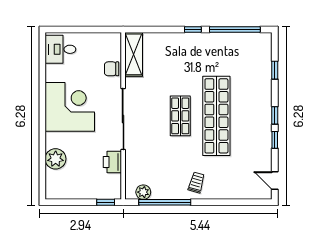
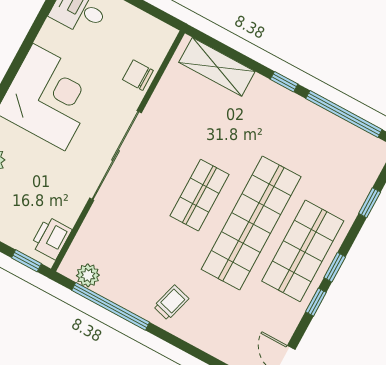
shelving: (134, 54) -> (217, 67), moved, turned 90
shop shelf: (253, 116) -> (303, 251), added
printer: (112, 162) -> (51, 238), moved

